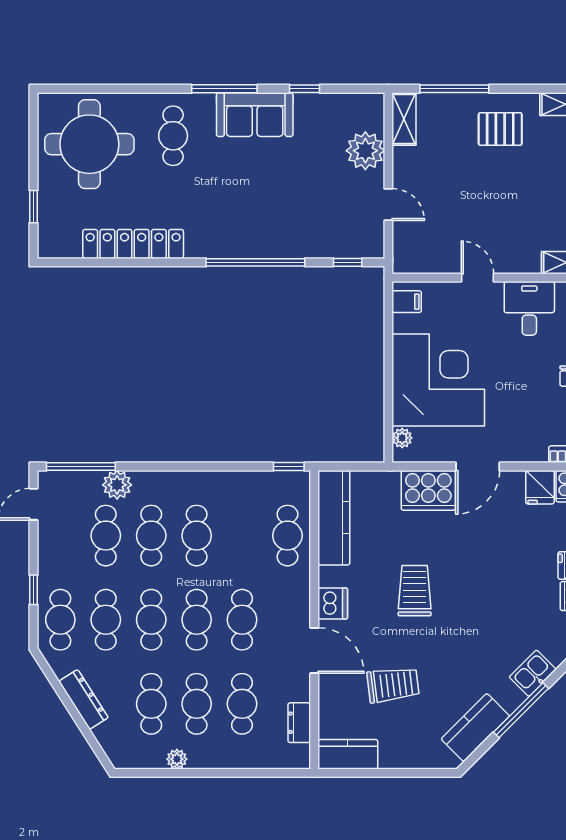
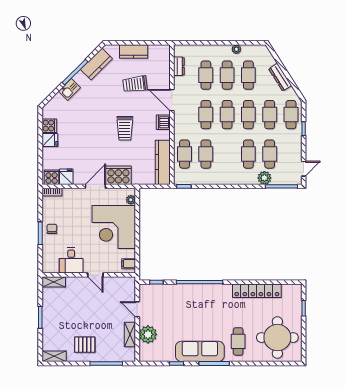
sofa: (255, 115) -> (200, 351), width x1.36
shelving: (404, 119) -> (130, 335), moved
cafe table: (197, 536) -> (206, 154), moved
kitchen counter: (348, 754) -> (134, 52), moved

